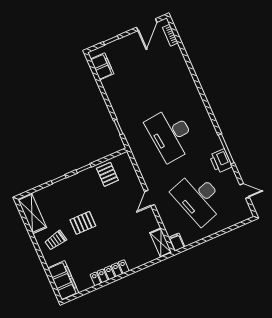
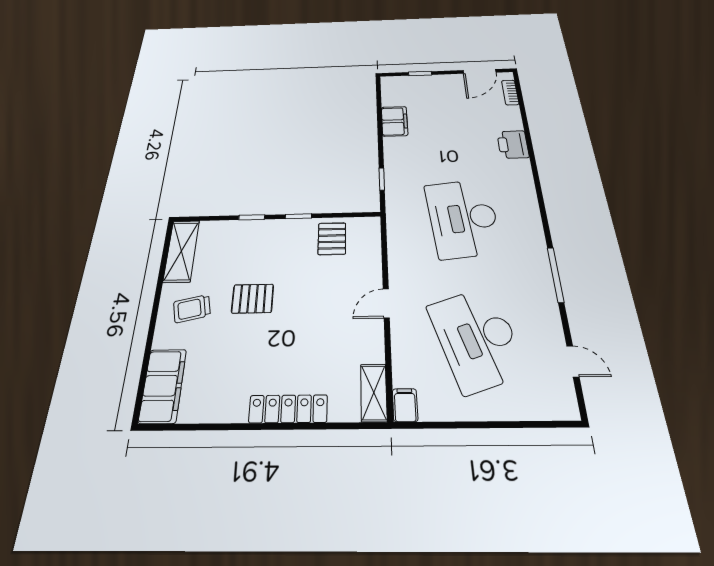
filing cabinet: (102, 66) -> (394, 121), moved
printer: (221, 161) -> (513, 144), moved
locker: (110, 273) -> (288, 409), moved

